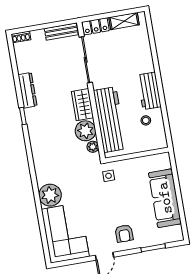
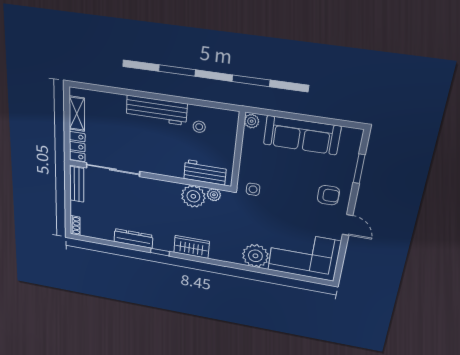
workbench: (149, 91) -> (156, 110), width x1.38
wardrobe: (82, 105) -> (192, 247), moved, turned 180
workbench: (110, 120) -> (205, 172), width x0.53, depth x0.76
plant: (163, 158) -> (252, 121), added

